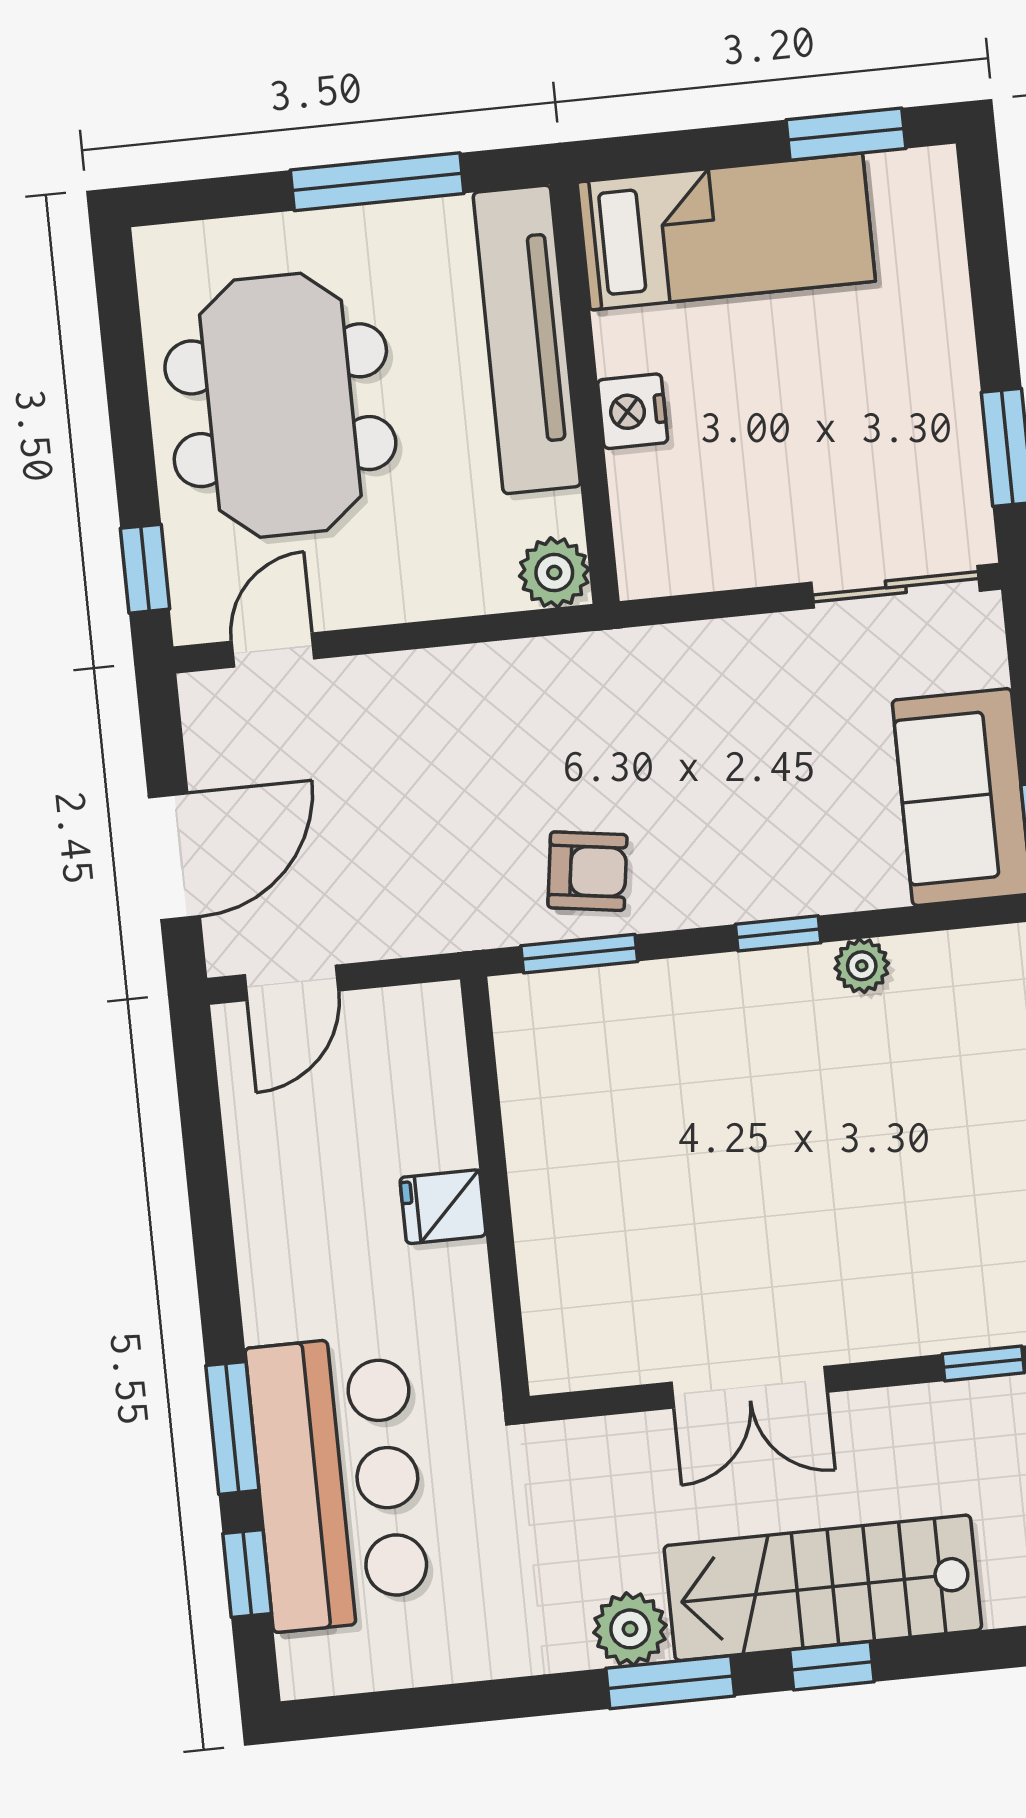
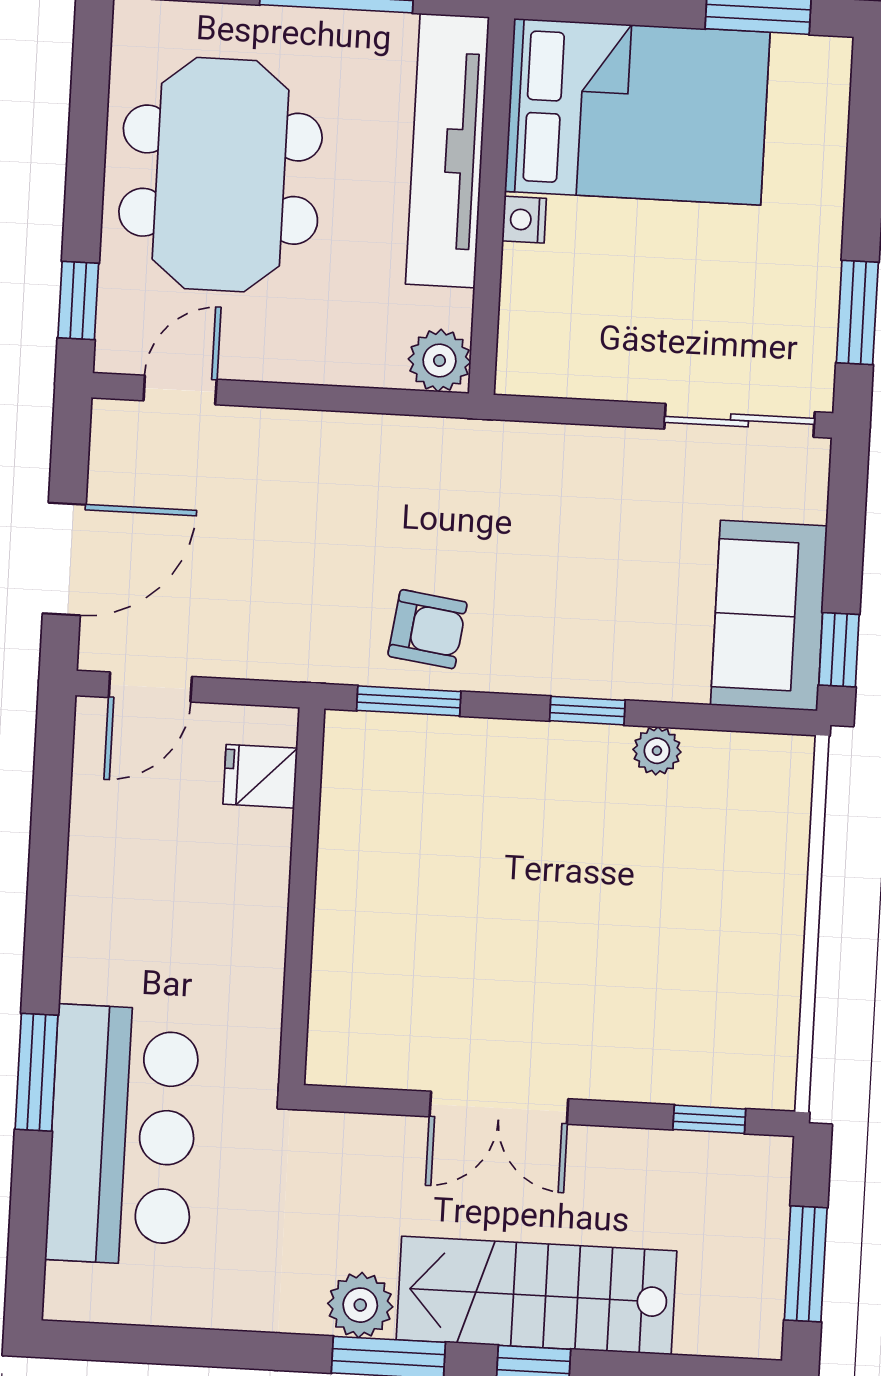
bed: (726, 232) -> (637, 112), width x1.50
nightstand: (633, 411) -> (524, 220), width x0.72, depth x0.74
fridge: (443, 1207) -> (260, 776), moved
window: (247, 1574) -> (29, 1203), removed

